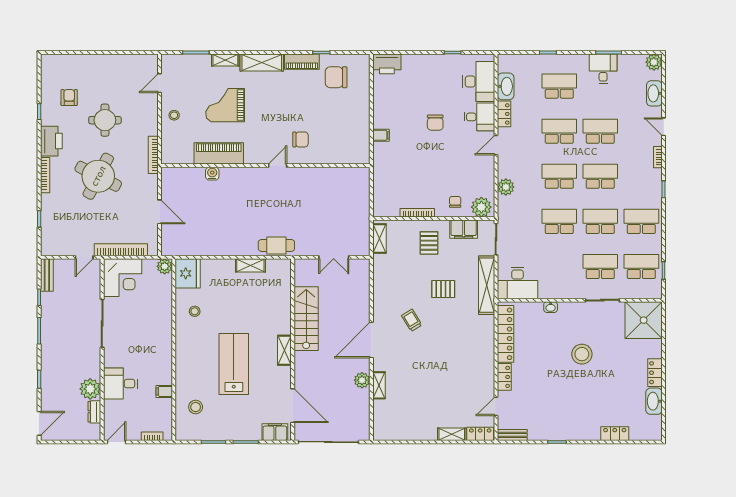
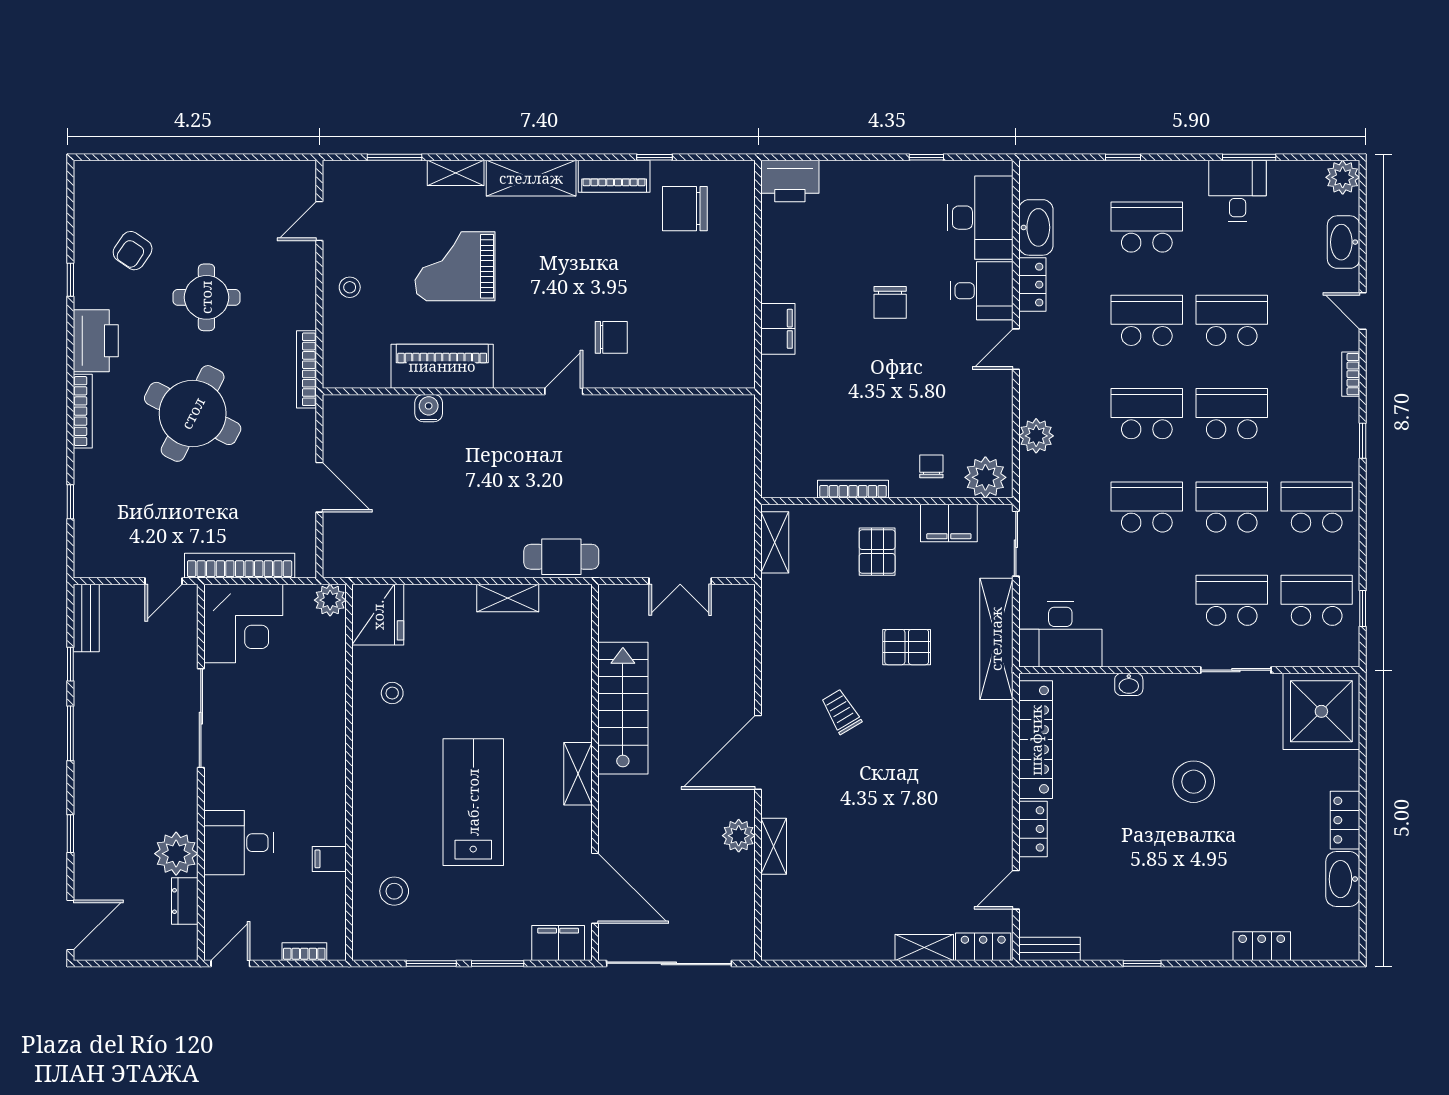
armchair: (69, 98) -> (133, 251), turned -146
filing cabinet: (381, 135) -> (778, 329), width x2.00

